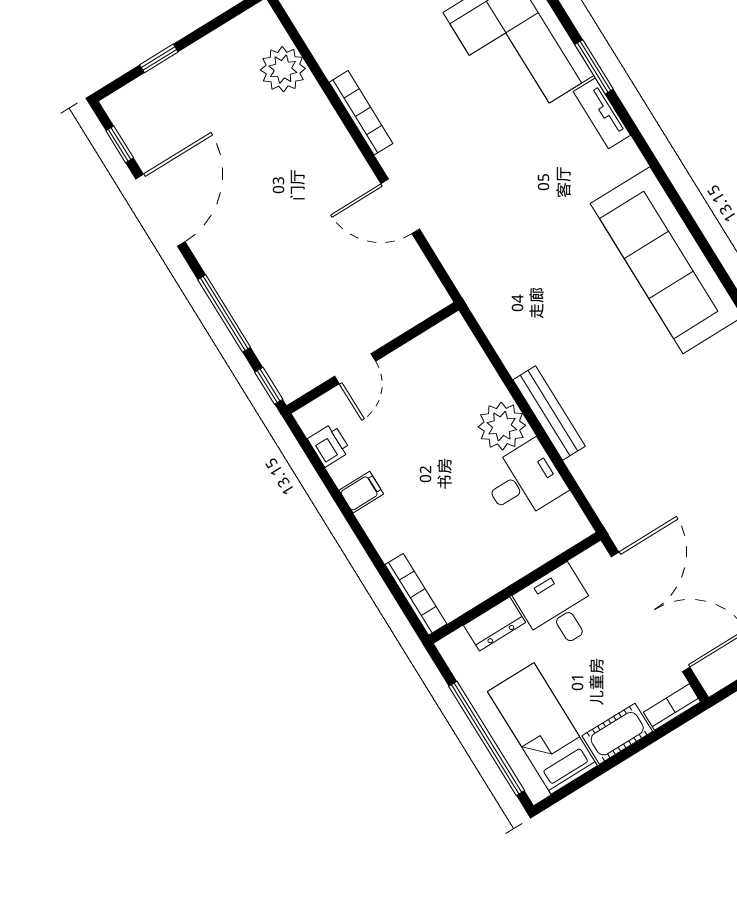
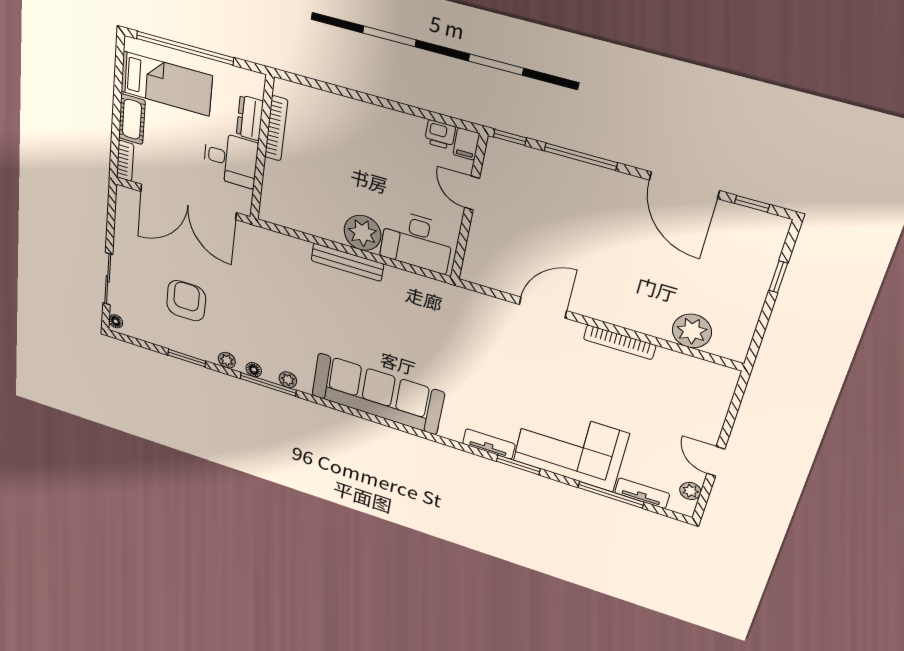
desk: (524, 481) -> (417, 241), moved, width x1.37
filing cabinet: (361, 492) -> (466, 144), moved
bookcase: (416, 594) -> (276, 128), moved, turned -90

